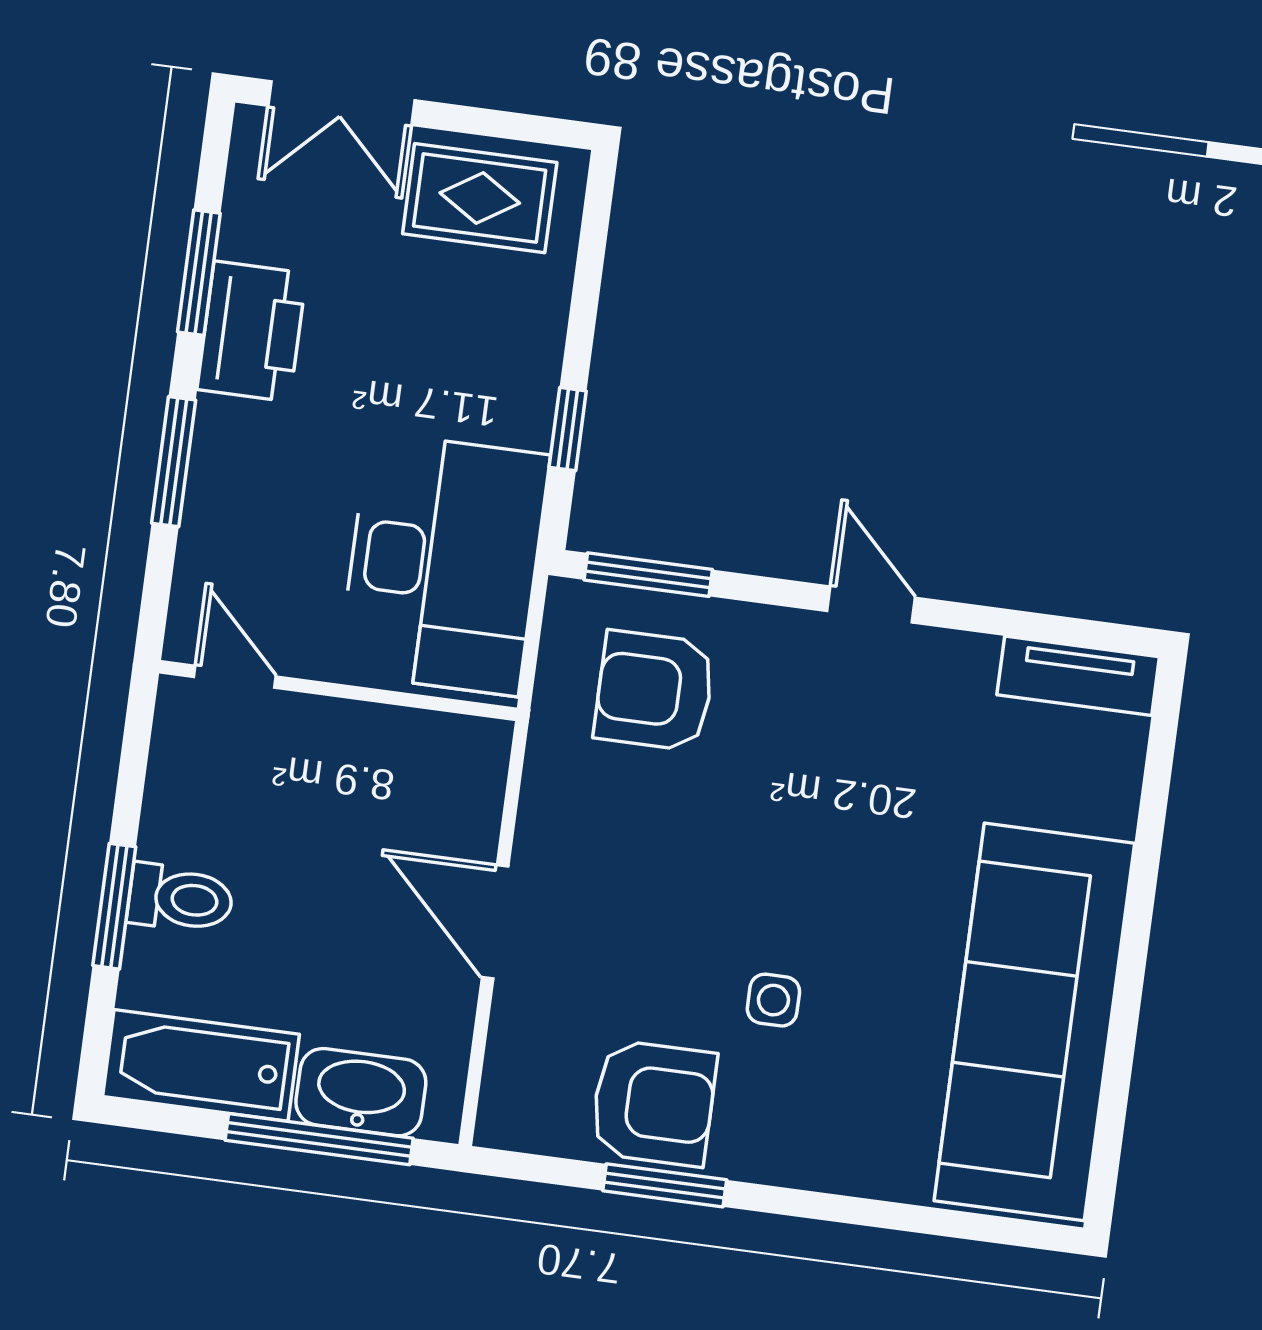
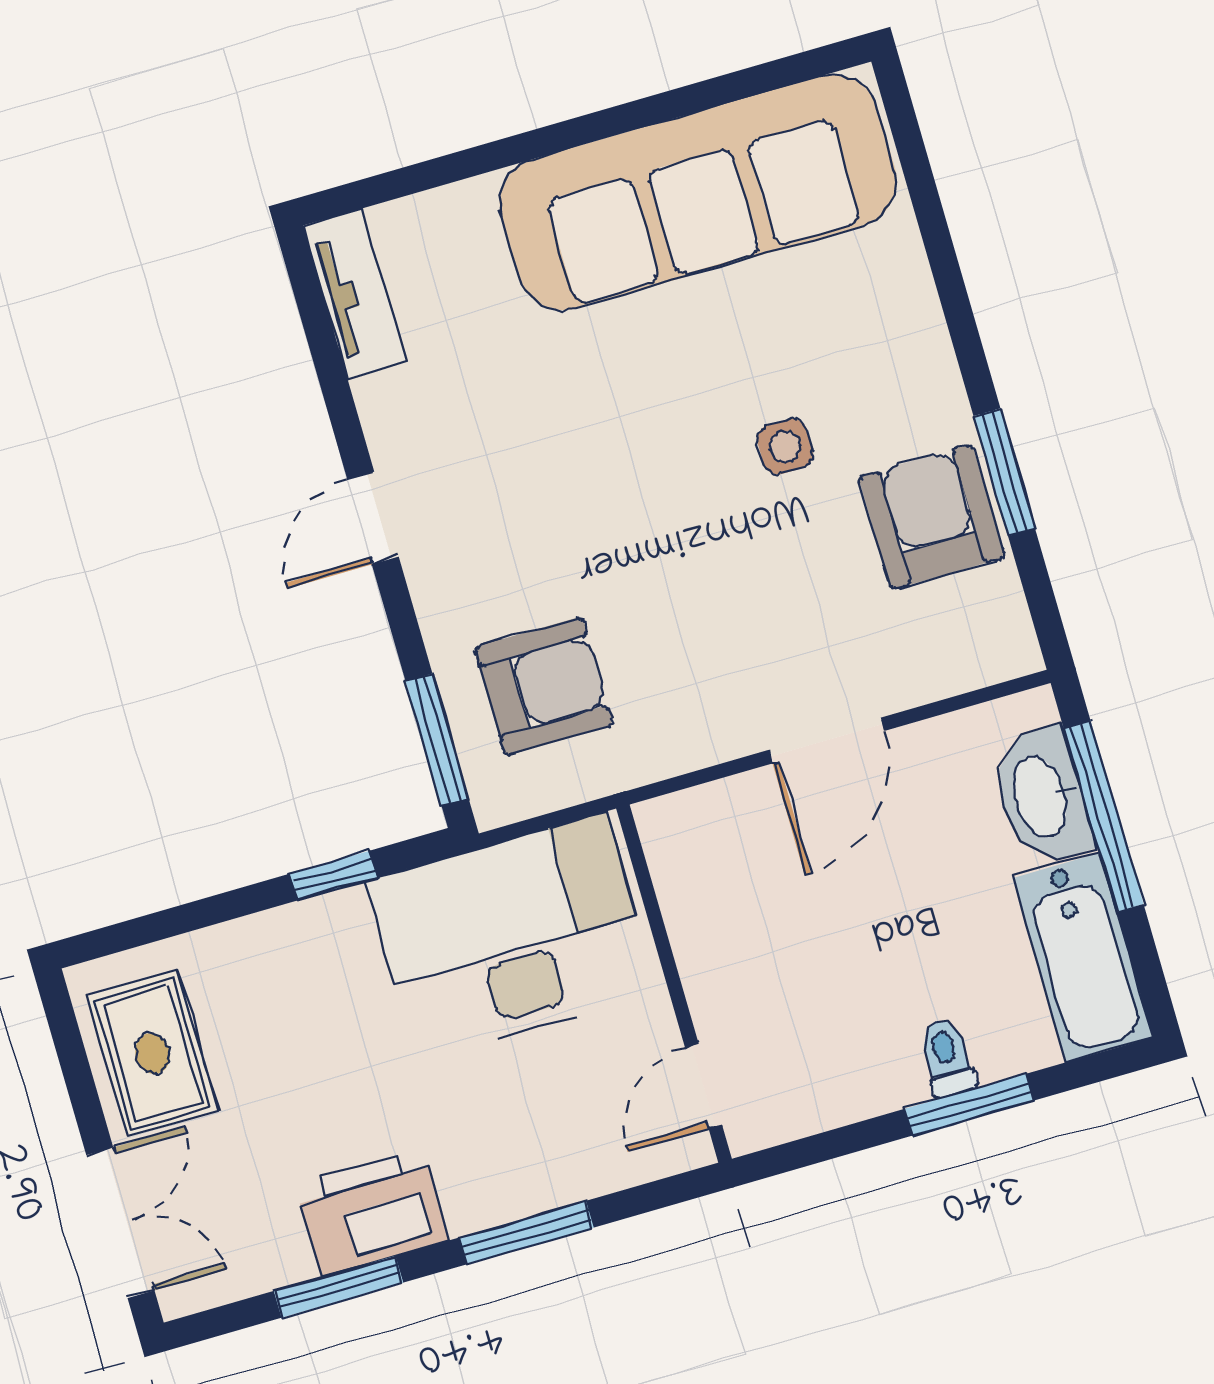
armchair: (654, 691) -> (544, 686), turned -90
toilet: (180, 898) -> (947, 1058), width x0.73, depth x0.72

